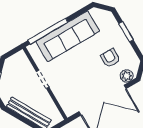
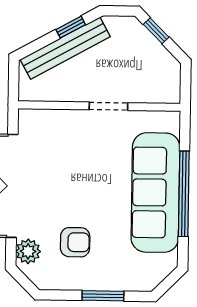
window: (48, 31) -> (184, 194), moved
window: (18, 117) -> (71, 27), added

